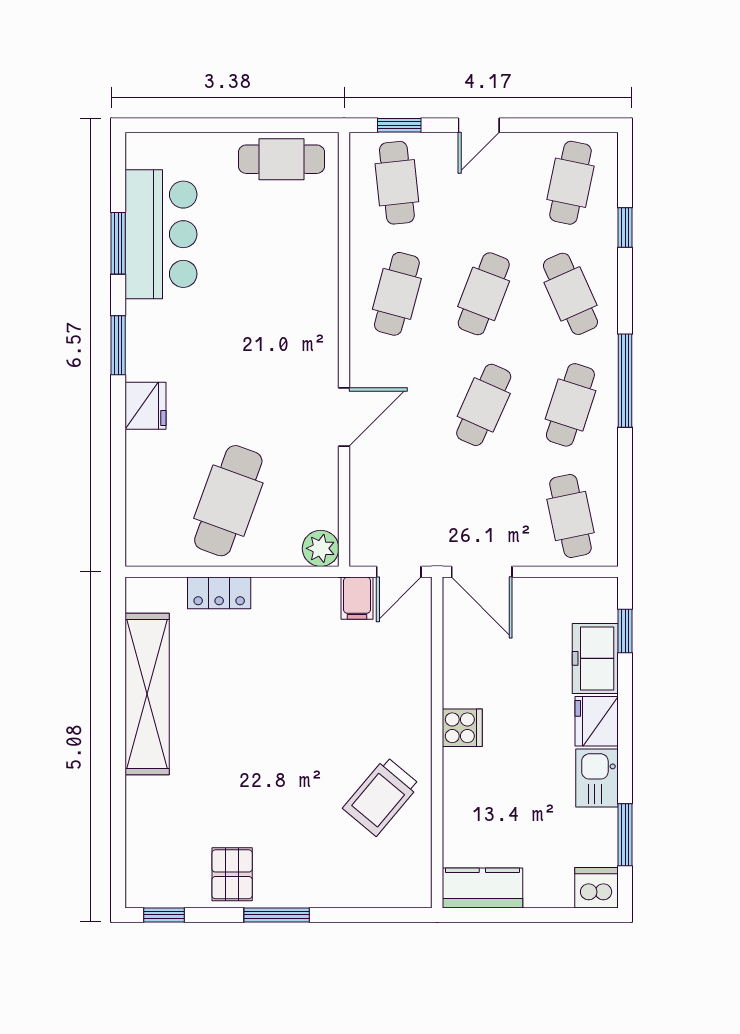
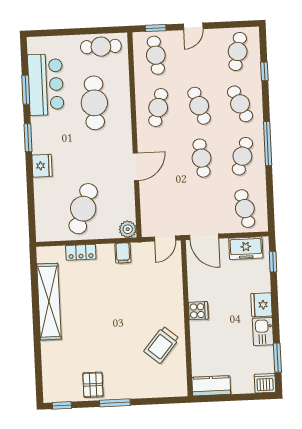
cafe table: (262, 278) -> (94, 103), added
cafe table: (484, 294) -> (199, 106), turned -39
cafe table: (484, 405) -> (201, 158), turned -30
filing cabinet: (357, 598) -> (123, 253), moved
freezer: (595, 658) -> (246, 248), moved, turned -90

